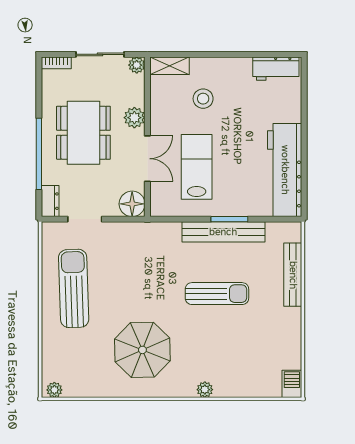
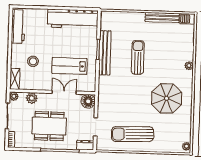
workbench: (276, 69) -> (18, 26), width x1.38
plant: (134, 118) -> (32, 98), moved
bench: (293, 275) -> (162, 17), moved

